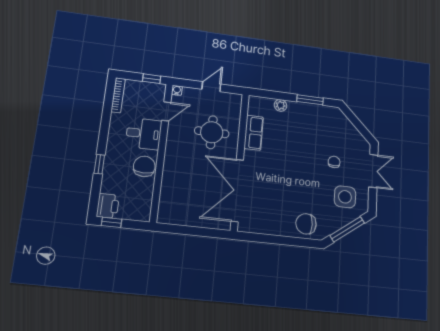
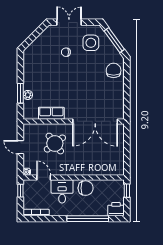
window: (310, 100) -> (20, 93), moved
round table: (212, 132) -> (55, 144), turned -37
window: (99, 164) -> (88, 219), width x3.17
chair: (144, 166) -> (86, 188), turned 180
window: (112, 222) -> (127, 191), moved
chair: (306, 224) -> (114, 70), turned 180

